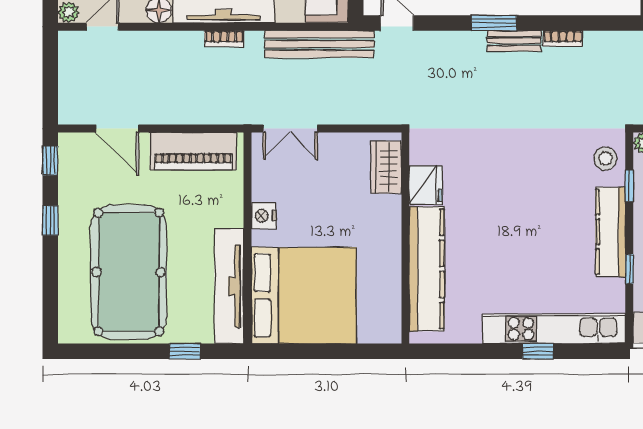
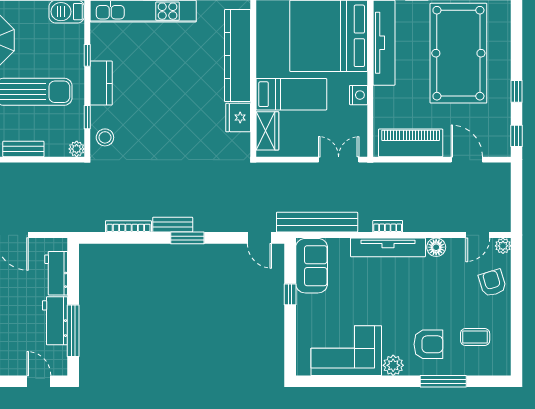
bookcase: (563, 38) -> (128, 226), width x1.56
bed: (354, 217) -> (291, 94), added
kitchen counter: (611, 232) -> (101, 83), width x0.67

